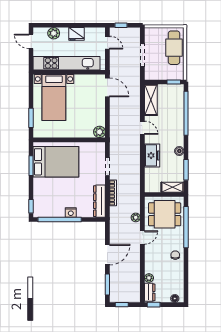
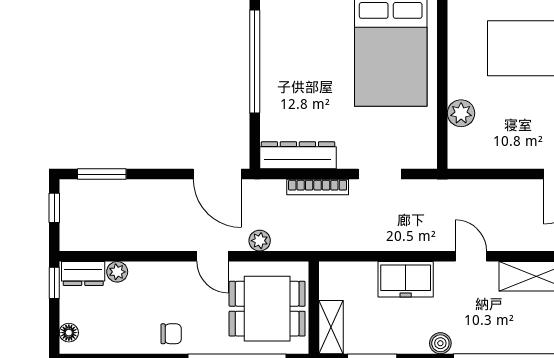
door: (142, 128) -> (471, 256), swing flipped
plant: (99, 132) -> (461, 113), moved
boiler: (179, 151) -> (440, 343), moved
nightstand: (71, 212) -> (271, 88), removed
dining table: (165, 214) -> (267, 309), turned 90
door: (107, 255) -> (217, 174), moved

